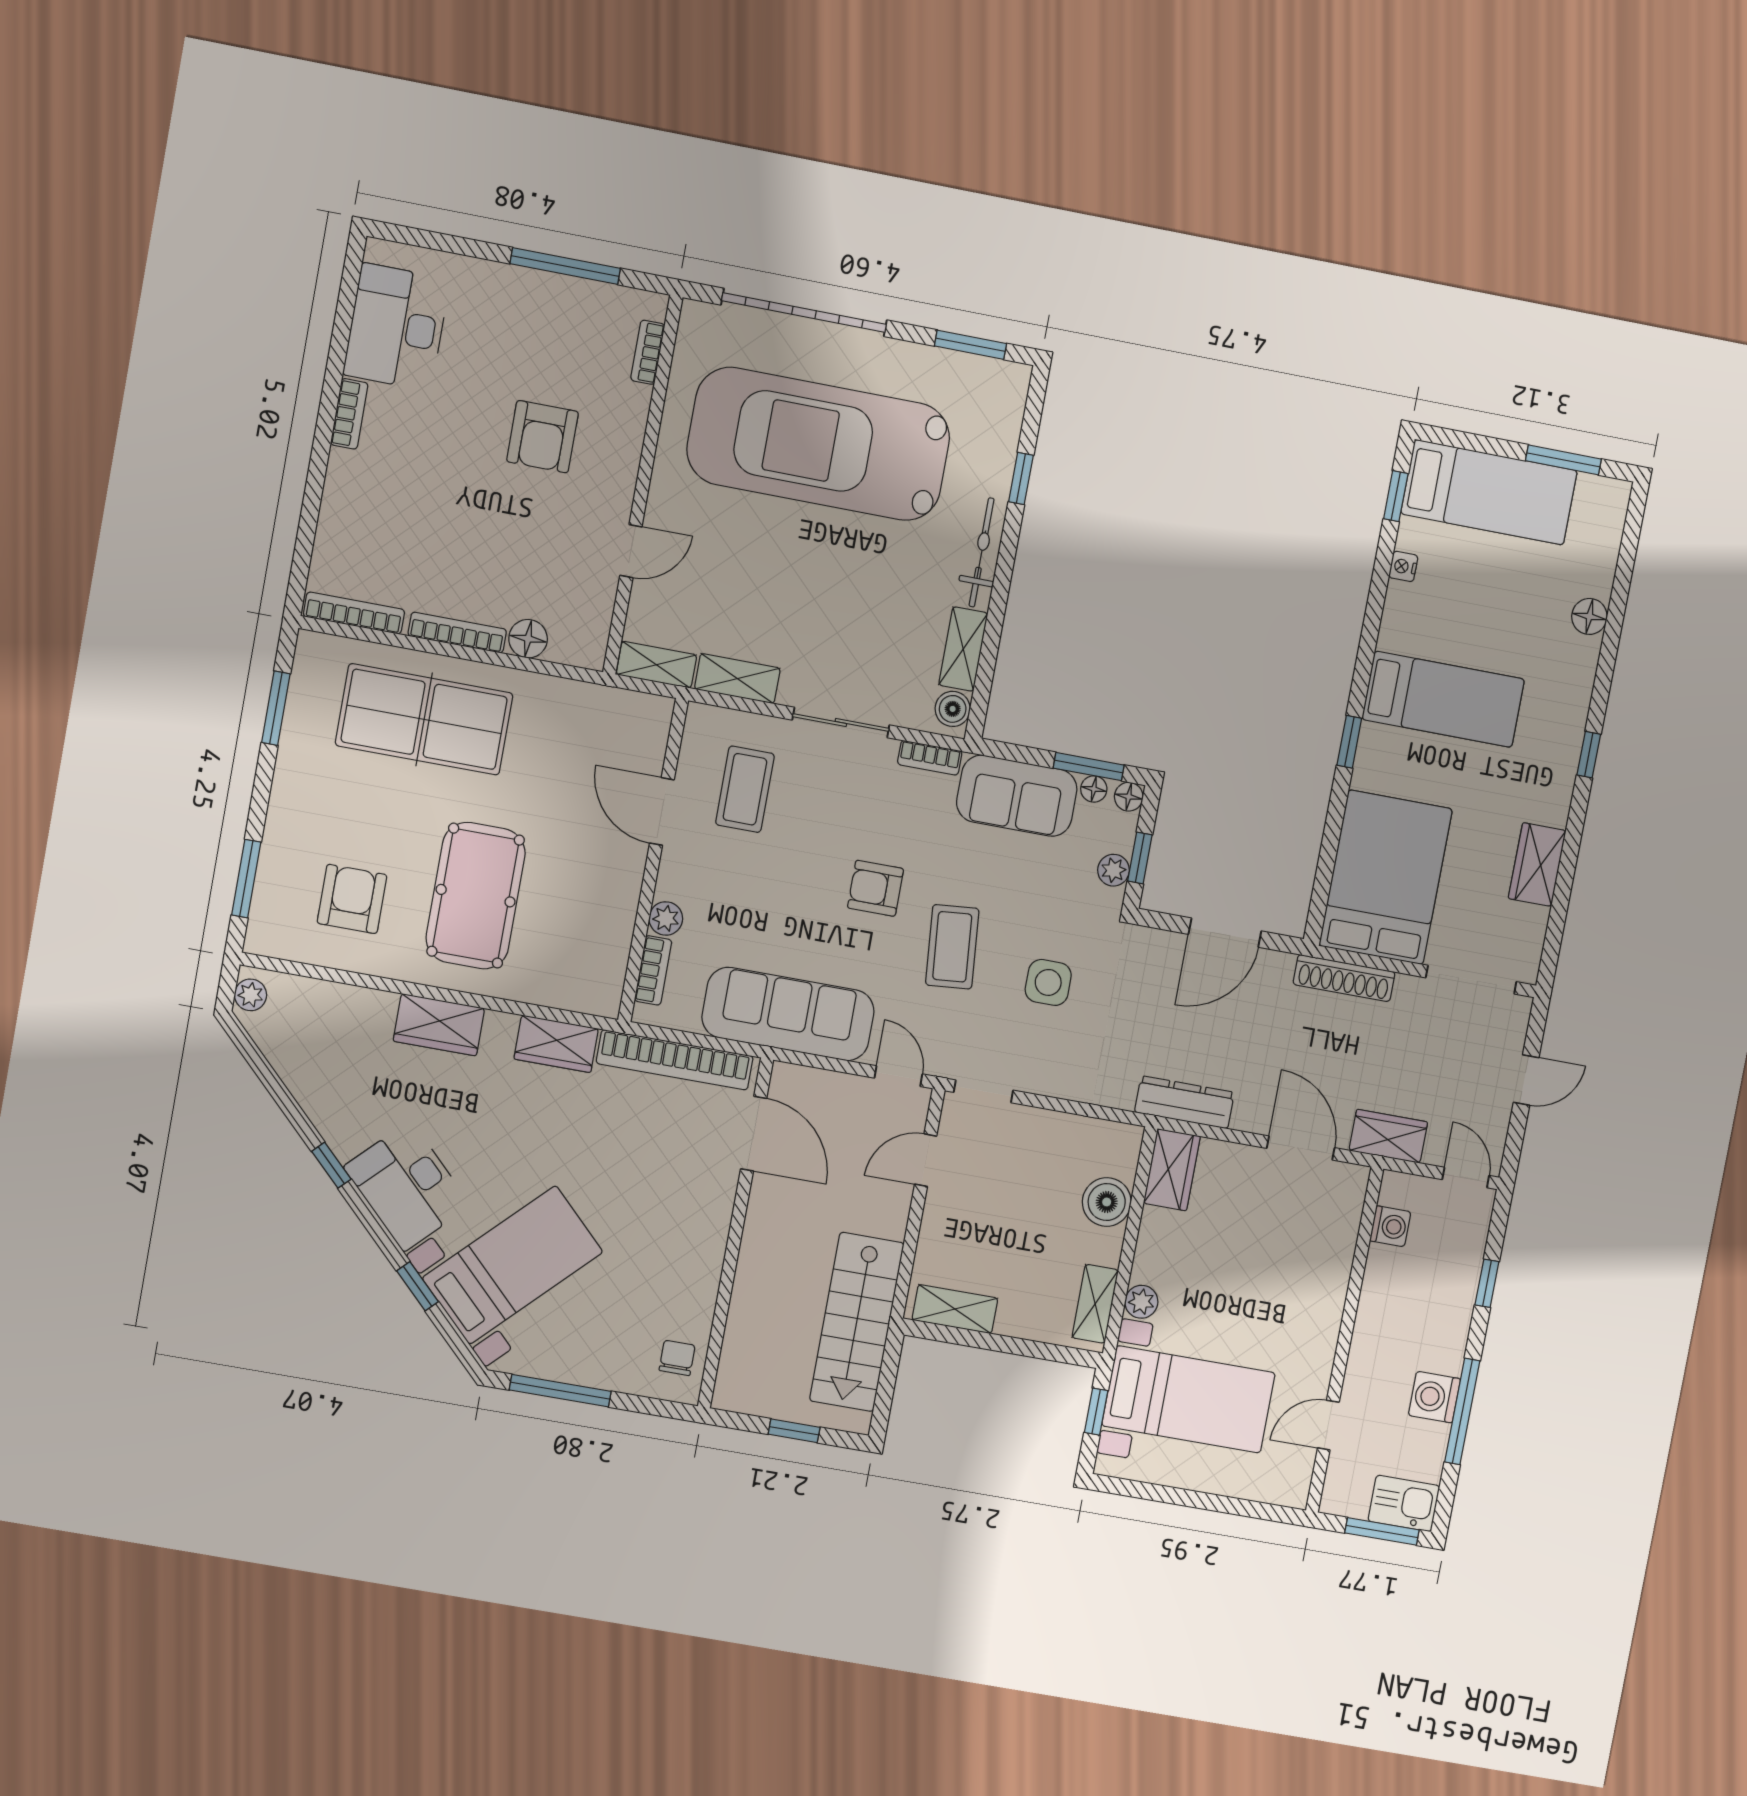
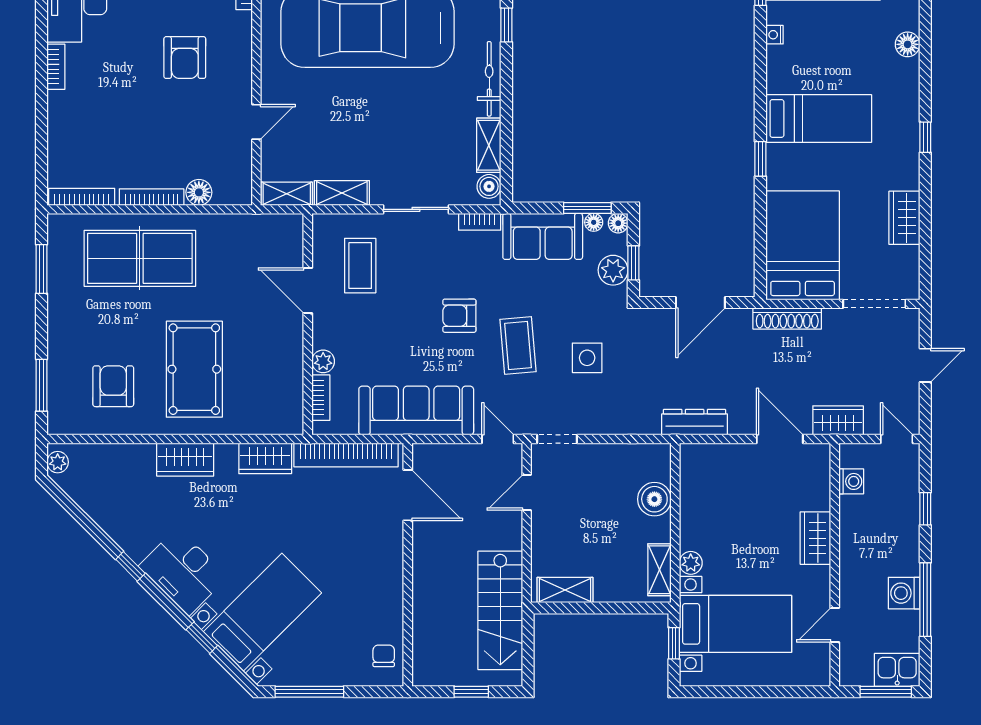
plant: (1114, 870) -> (613, 270), width x1.38, depth x1.38
wardrobe: (1172, 1170) -> (815, 538), moved, turned 180

